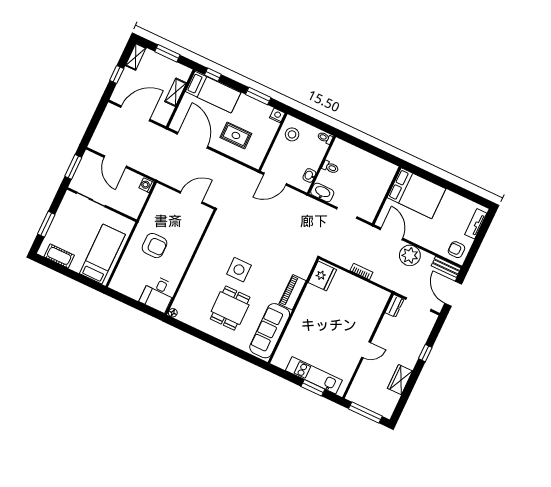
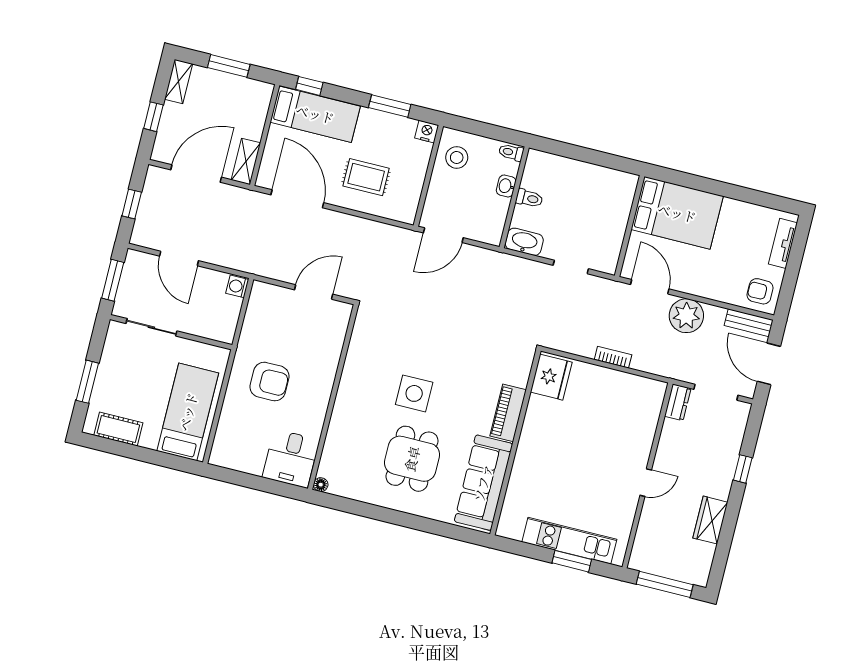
shelving: (176, 92) -> (246, 161), moved
window: (93, 124) -> (132, 204), added
washbasin: (309, 175) -> (506, 186), moved

